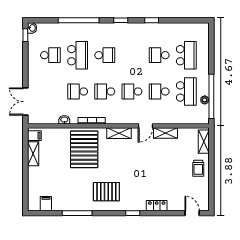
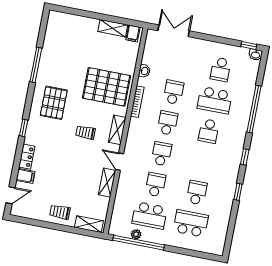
school desk: (186, 55) -> (191, 223), turned 180
trolley: (126, 160) -> (86, 132), added
filing cabinet: (46, 204) -> (26, 176), moved

